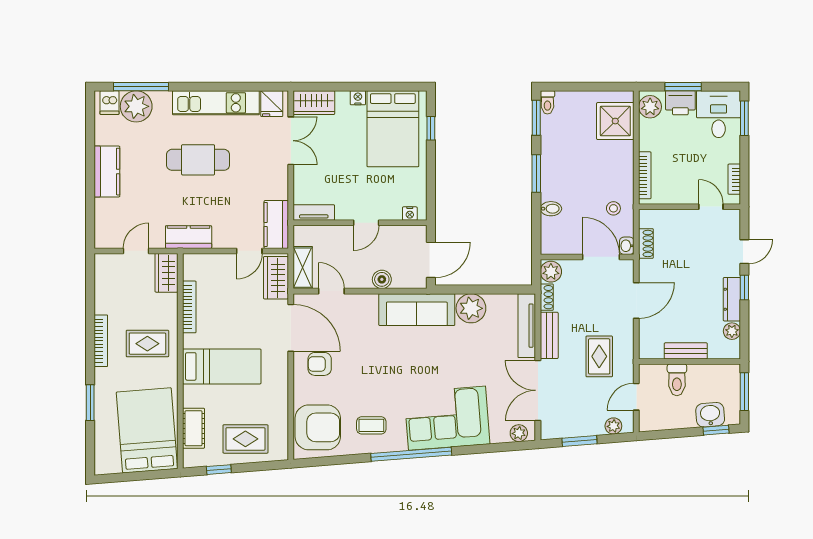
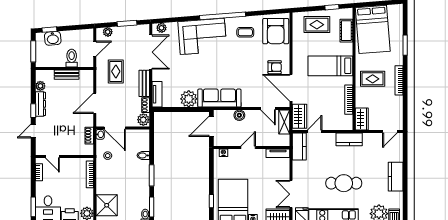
door: (136, 251) -> (390, 131), moved
tv unit: (527, 326) -> (157, 94), width x0.71
armchair: (318, 427) -> (276, 31), turned -90

